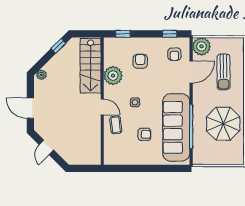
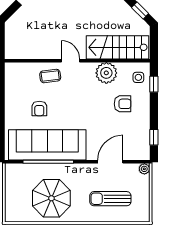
plant: (202, 46) -> (144, 169), width x0.53, depth x0.53
armchair: (174, 54) -> (131, 143), removed
door: (191, 72) -> (110, 162), swing flipped
side table: (135, 102) -> (138, 77), moved
door: (102, 107) -> (71, 61), swing flipped

